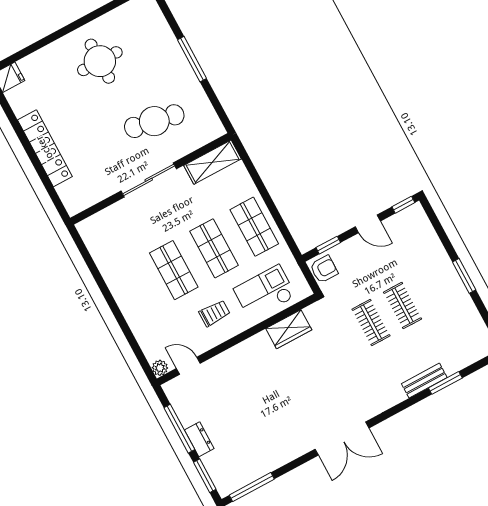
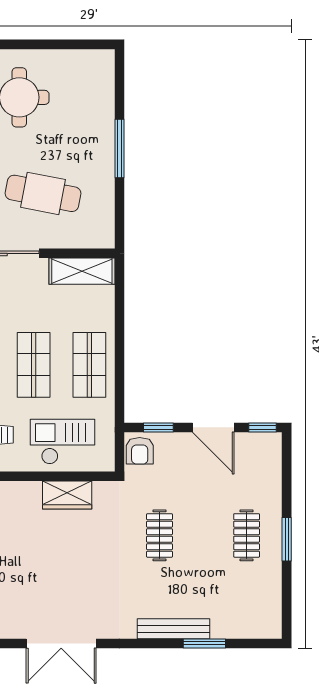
door: (368, 224) -> (213, 427), width x1.38
armchair: (324, 269) -> (140, 451), turned 90
clothes rail: (402, 306) -> (247, 535), moved
bench: (424, 381) -> (174, 629), width x1.36

